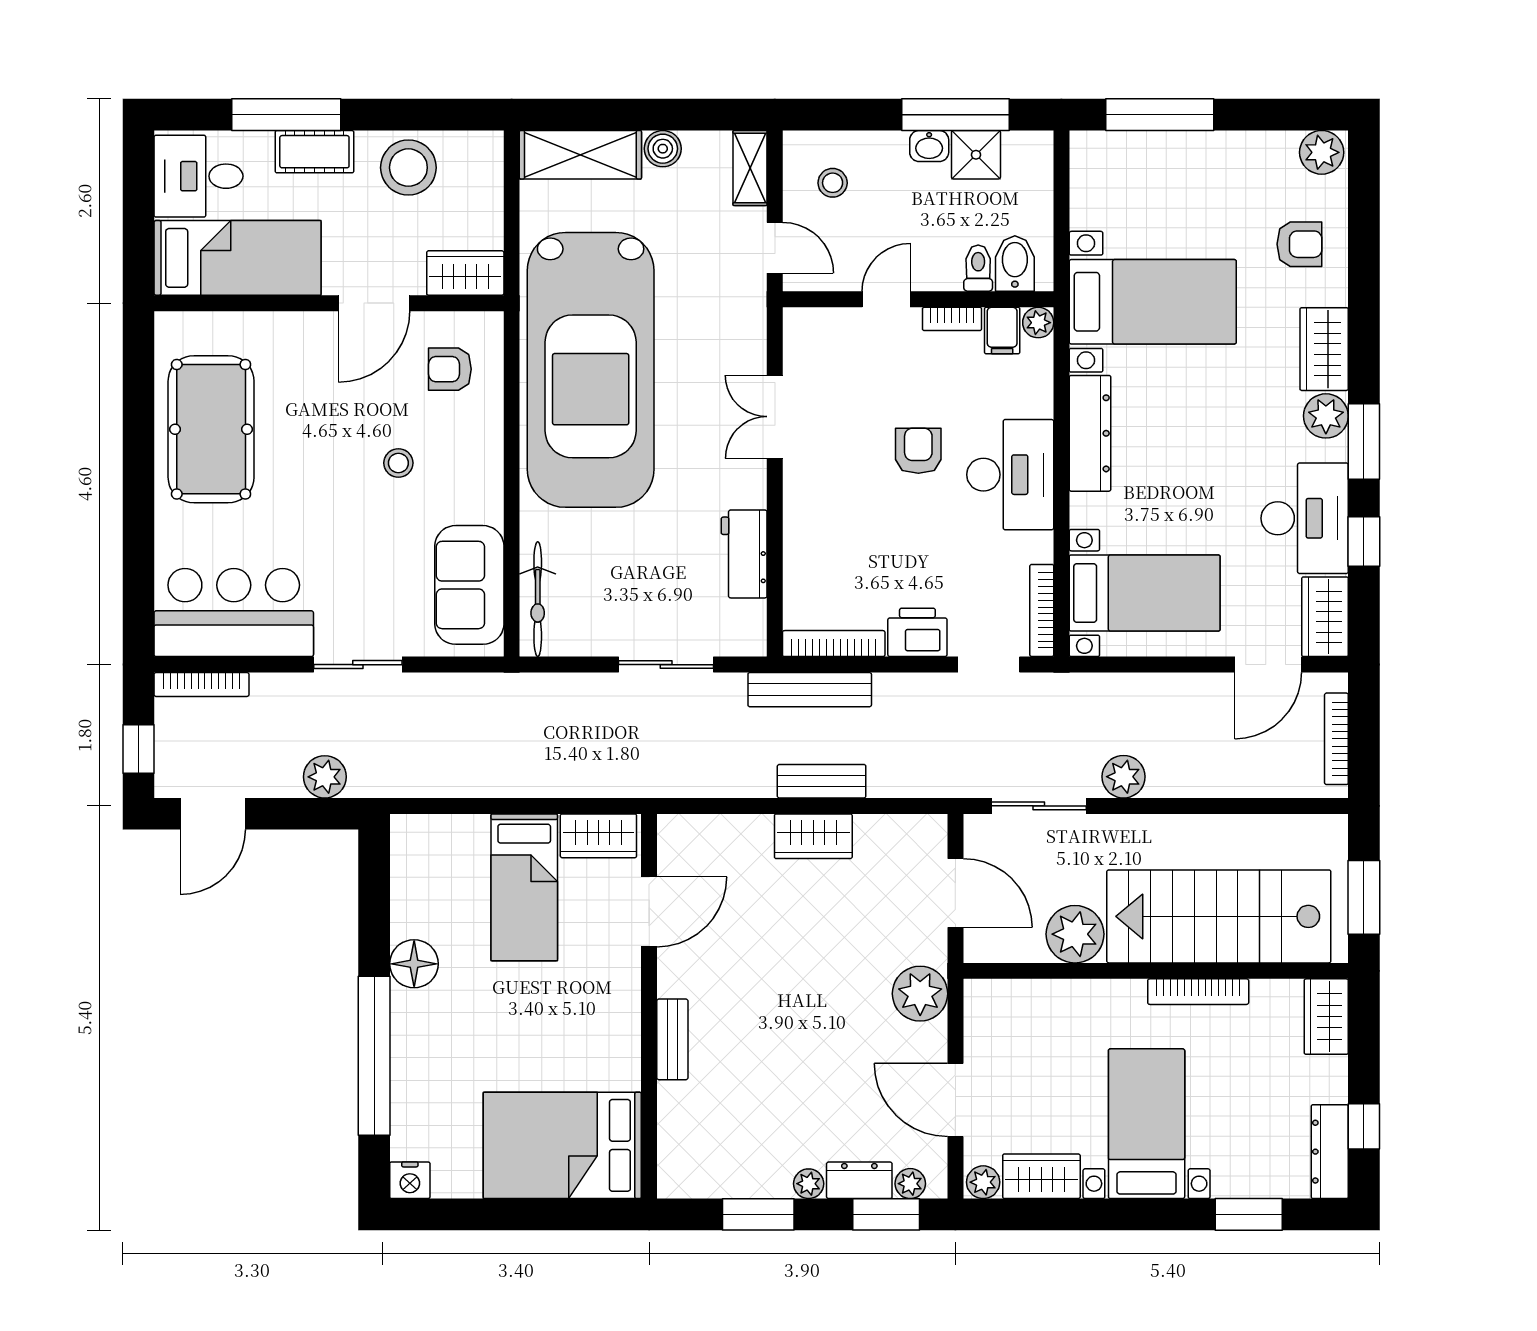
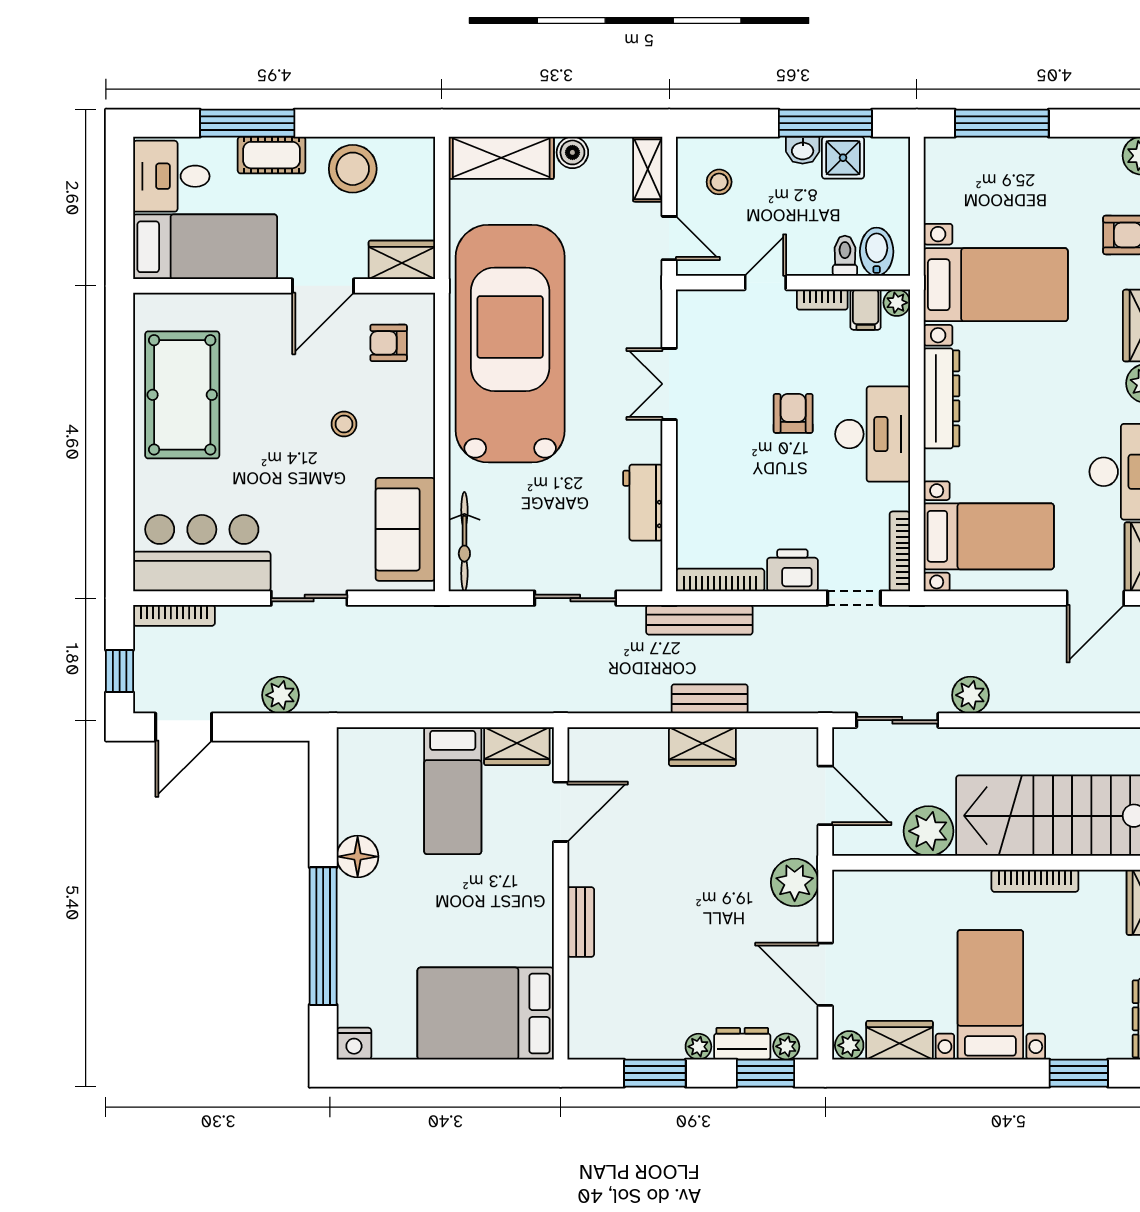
car: (591, 370) -> (510, 344), turned 180

